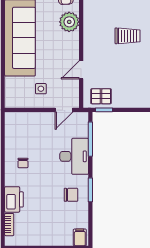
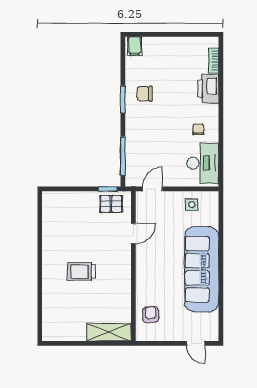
plant: (69, 22) -> (147, 287), removed
side table: (41, 89) -> (192, 205), moved
desk: (74, 156) -> (203, 163), moved, turned 180

